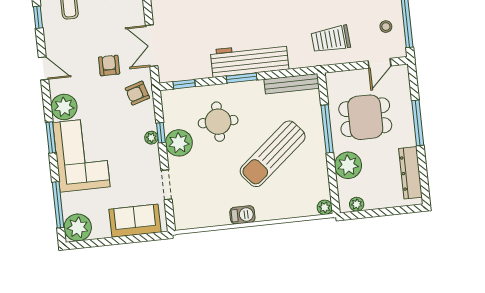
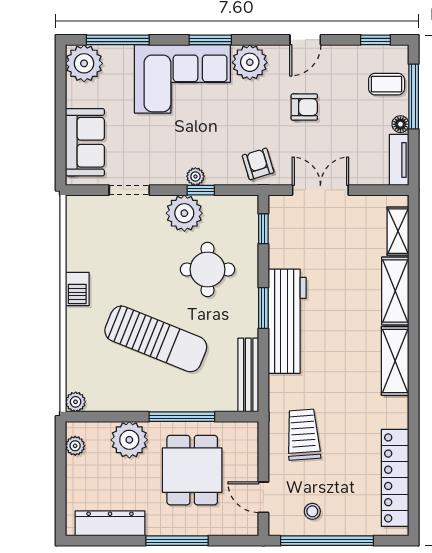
armchair: (109, 65) -> (304, 107), moved
sun lounger: (273, 154) -> (156, 339), turned 152

